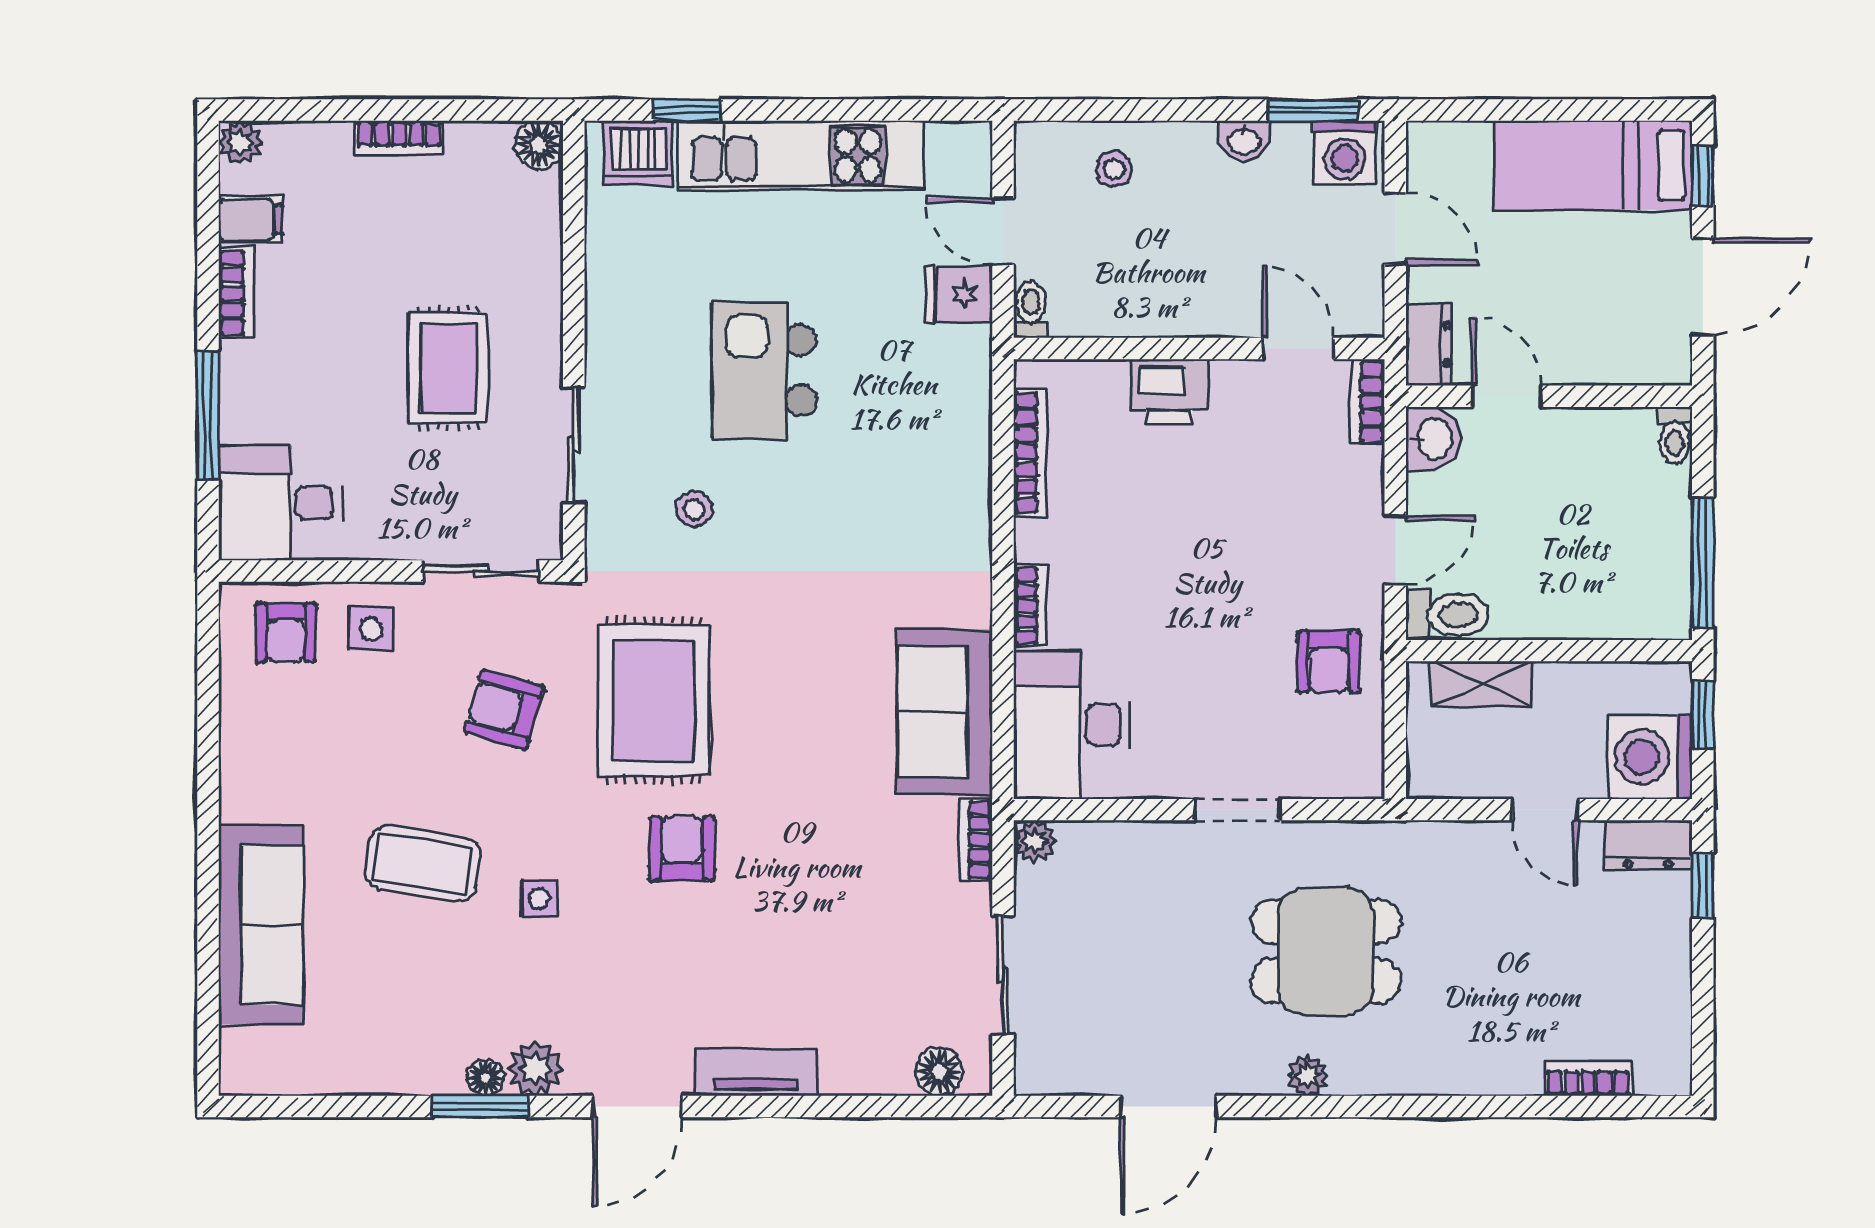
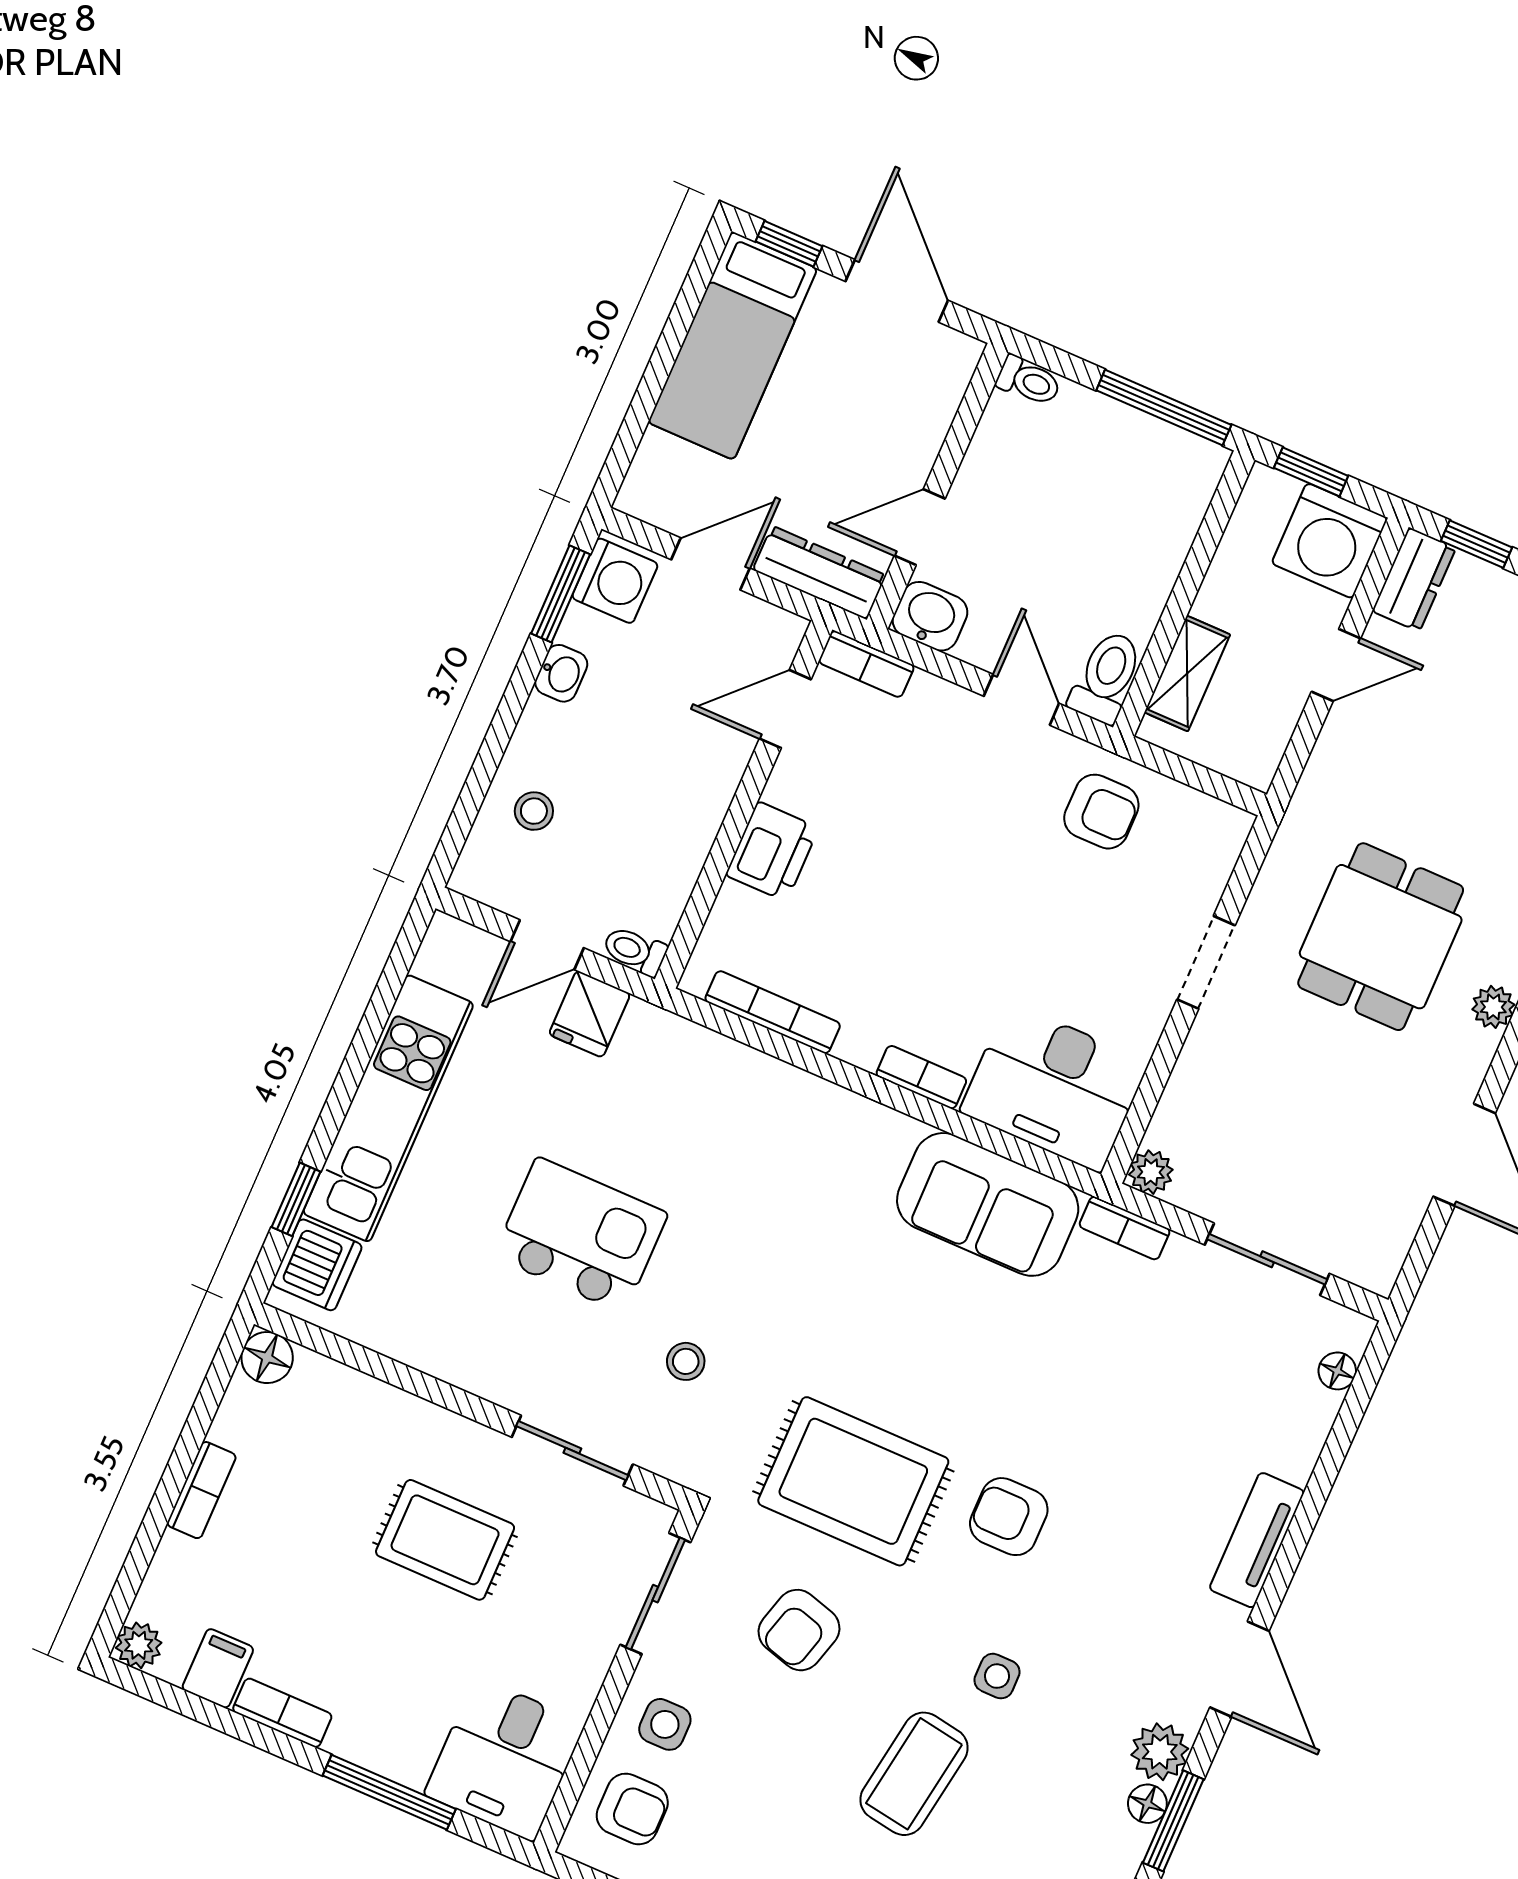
dresser: (1429, 344) -> (819, 573), width x1.44
kitchen island: (764, 370) -> (581, 1235), turned 180
floor lamp: (939, 1072) -> (1337, 1371), width x0.73, depth x0.73

